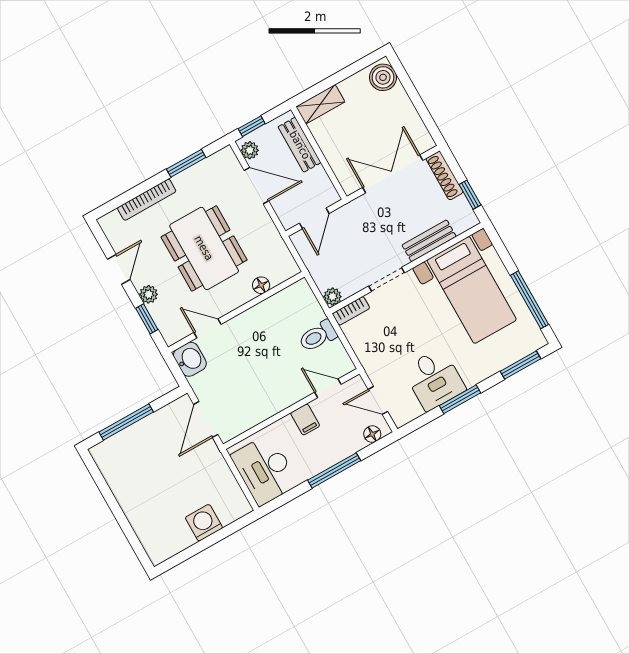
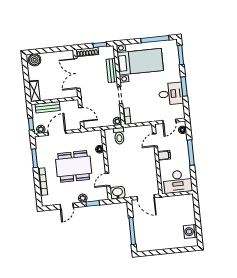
door: (119, 269) -> (67, 206), swing flipped
toilet: (318, 336) -> (119, 136), moved
washing machine: (204, 523) -> (190, 232), moved

